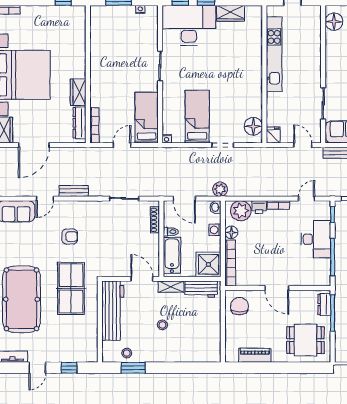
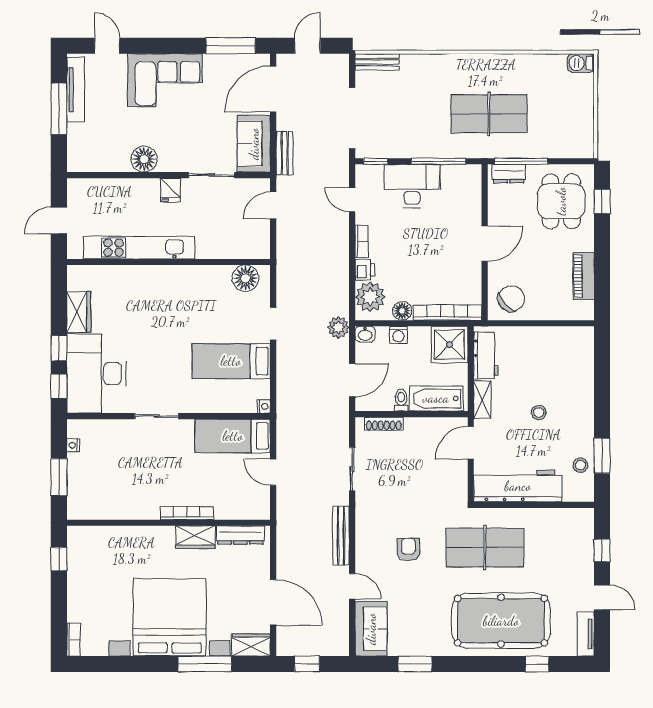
floor lamp: (334, 22) -> (144, 159), moved
bookcase: (94, 125) -> (187, 513), moved
fridge: (273, 135) -> (170, 190), moved, turned -90
bench: (74, 191) -> (341, 536), width x1.36
chair: (240, 306) -> (511, 299), turned 139
window: (305, 368) -> (602, 201), added

